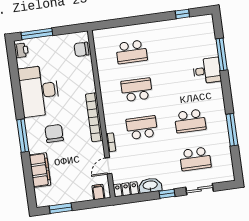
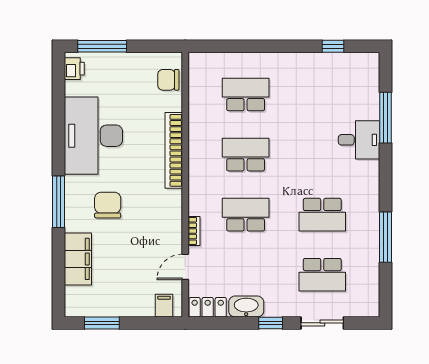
school desk: (131, 52) -> (246, 95), turned 180
bookcase: (94, 117) -> (174, 150), moved

